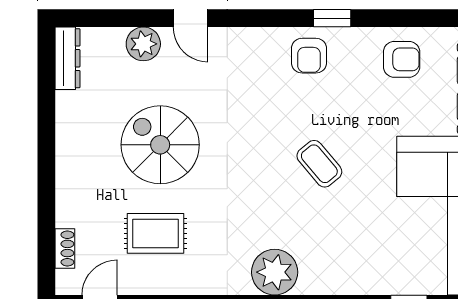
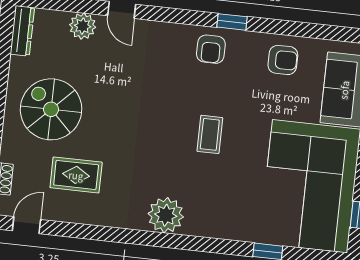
spiral stairs: (160, 145) -> (51, 109), moved
coffee table: (319, 164) -> (210, 134), turned 40

